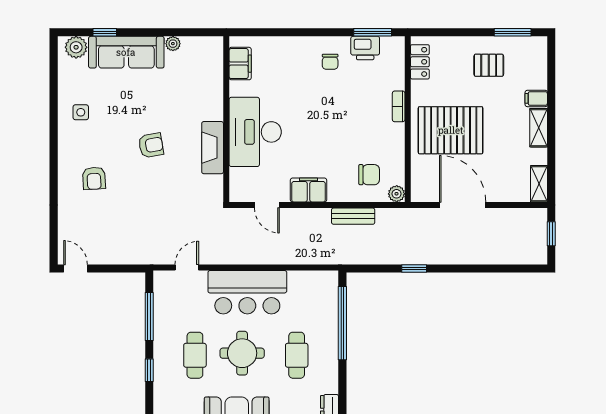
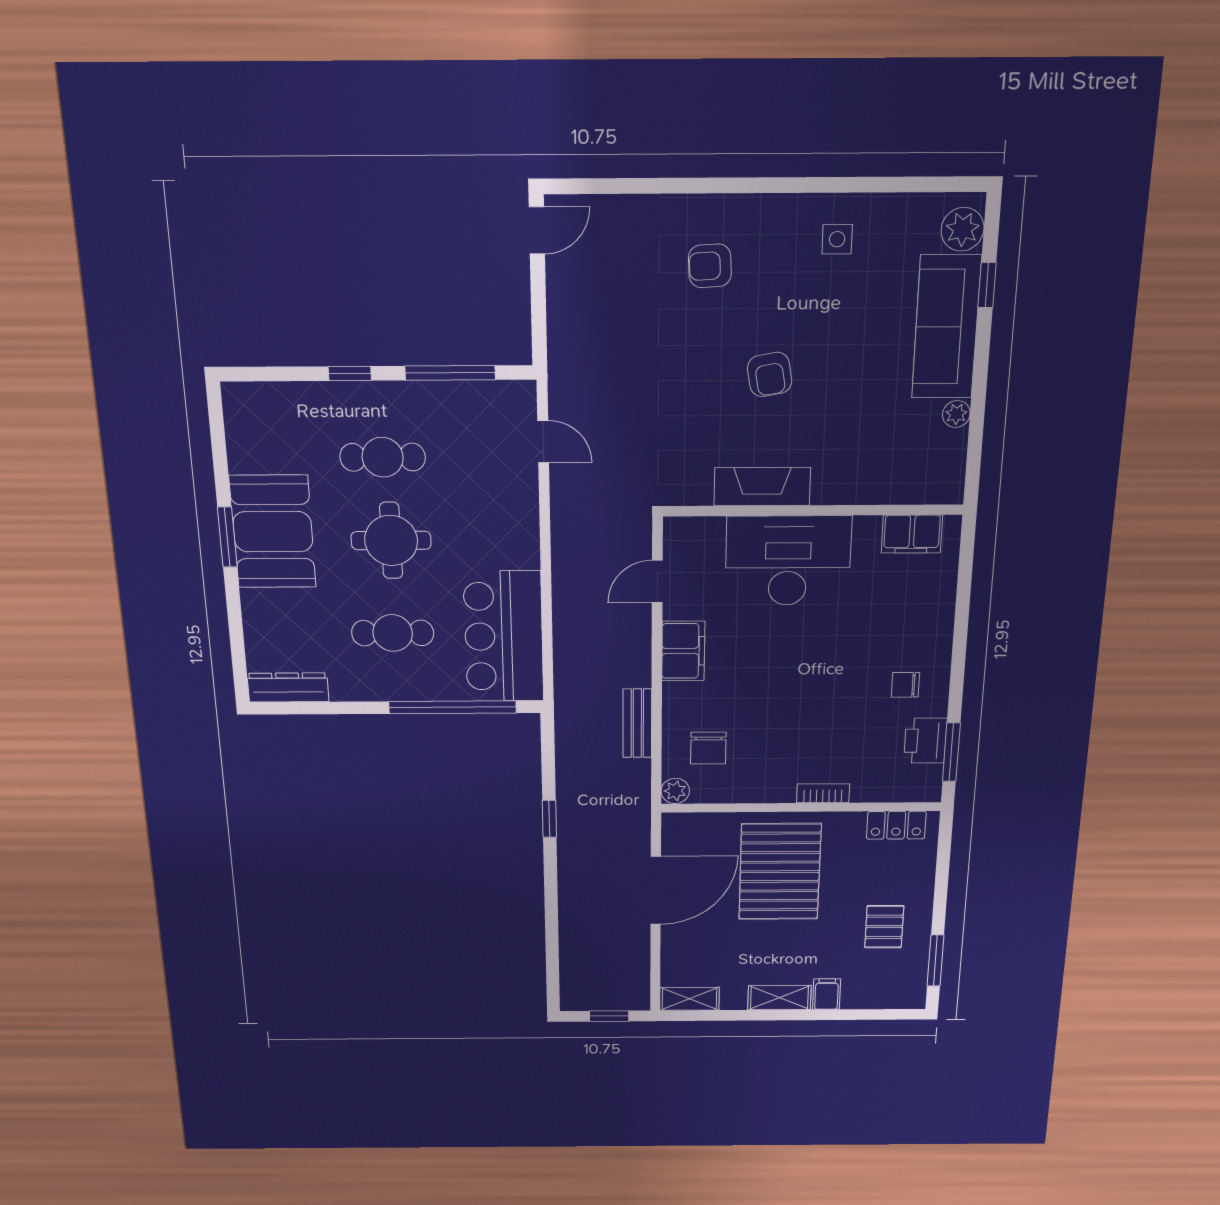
bar counter: (247, 292) -> (504, 637), moved

